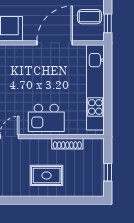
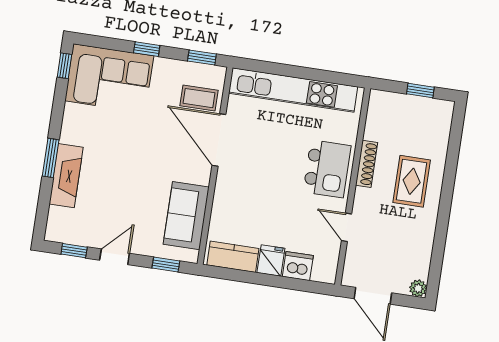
coffee table: (89, 17) -> (199, 98), moved, turned 90
shoe rack: (67, 144) -> (367, 164), moved

